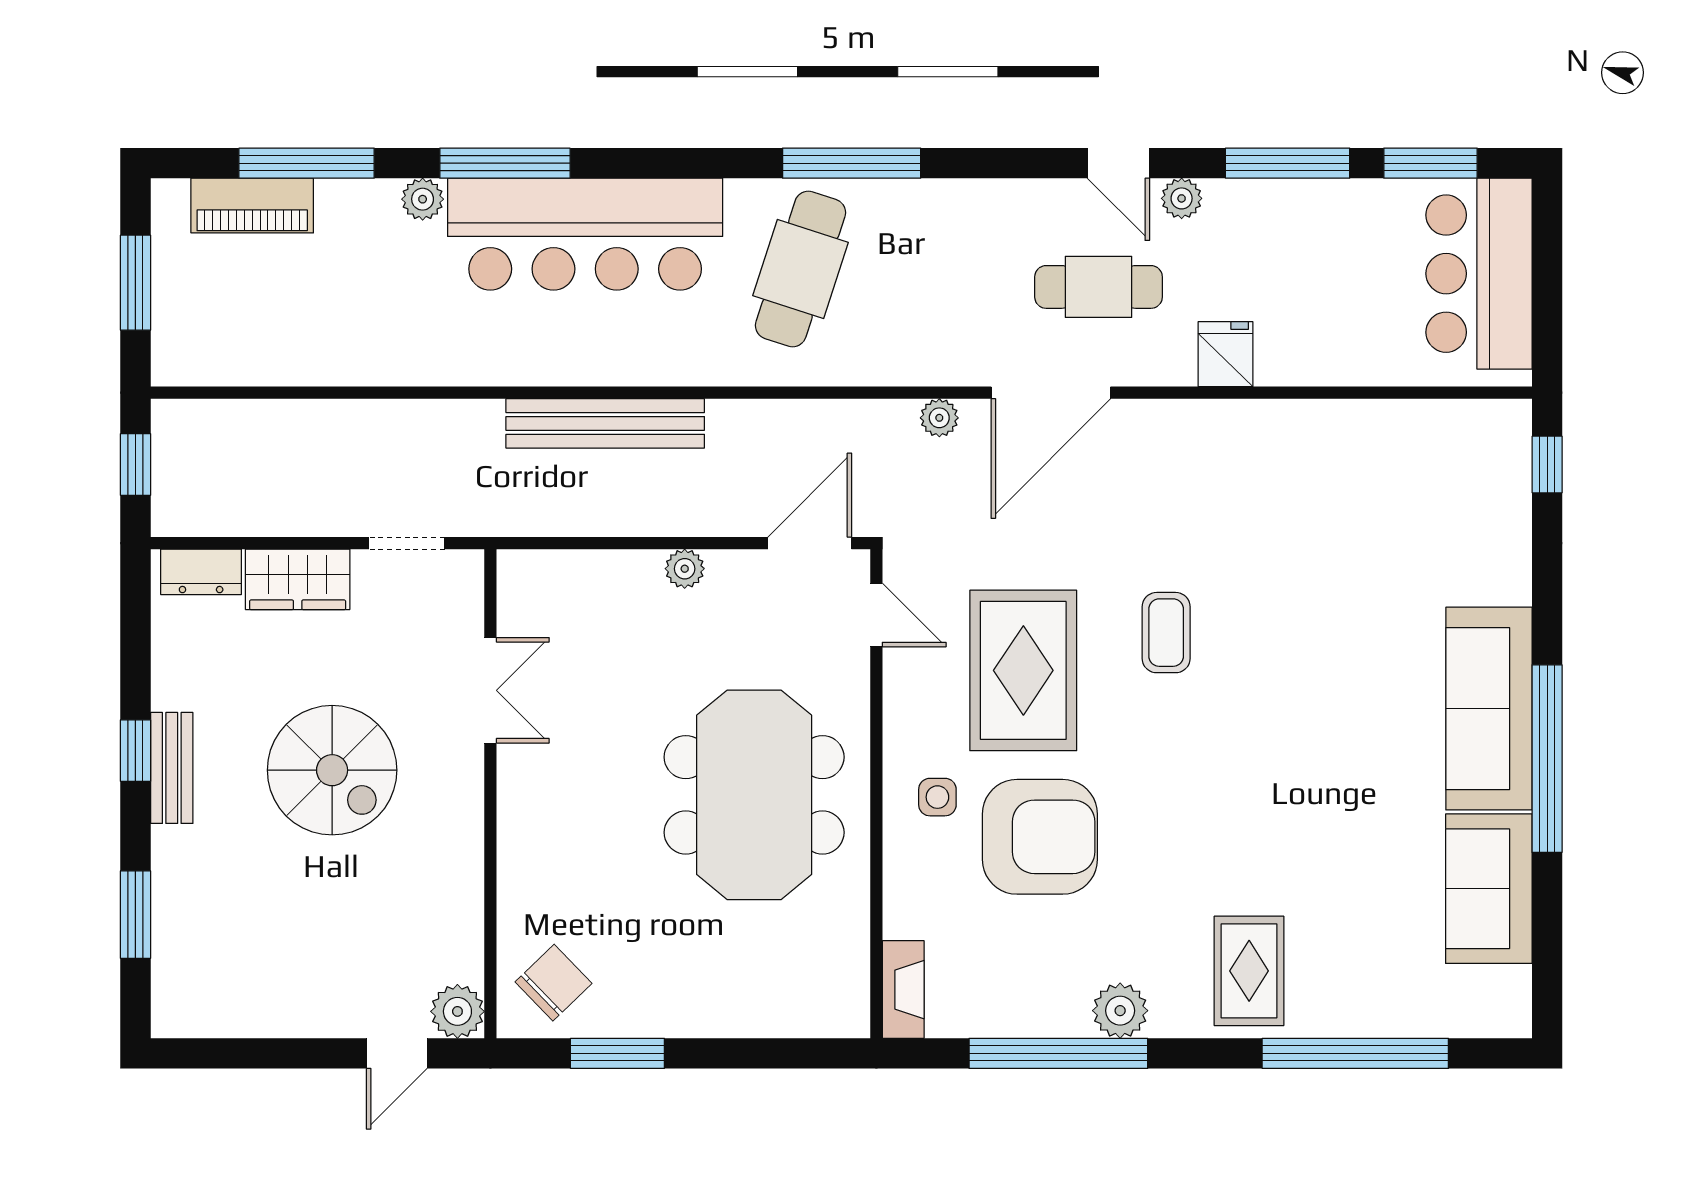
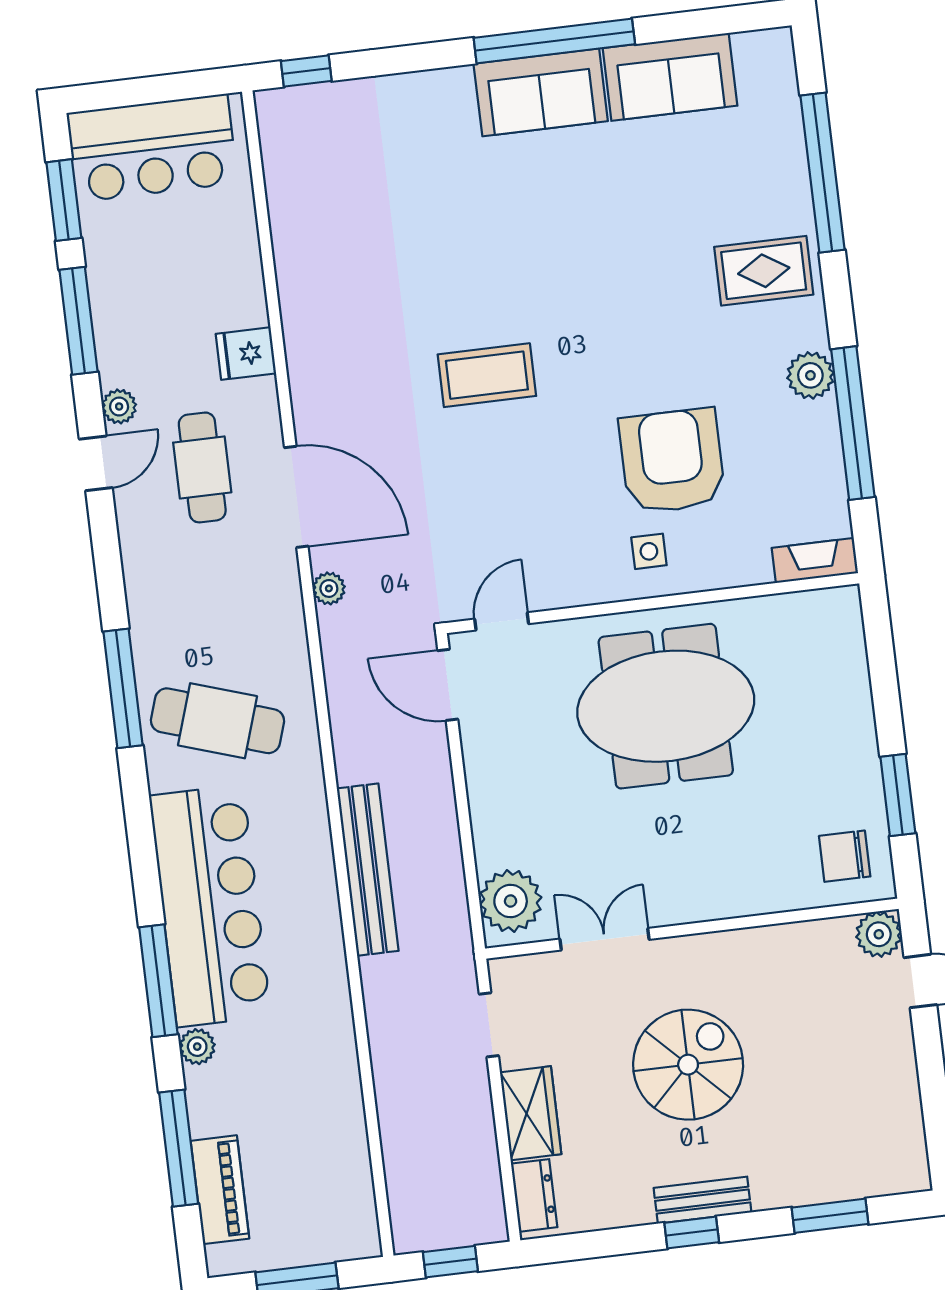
plant: (685, 569) -> (511, 901), moved, width x1.87, depth x1.87
coffee table: (1166, 633) -> (487, 375), width x1.36, depth x1.30
rug: (1023, 670) -> (533, 492), removed
sofa: (1489, 709) -> (541, 92), width x0.73
chair: (554, 983) -> (845, 856), turned -46

